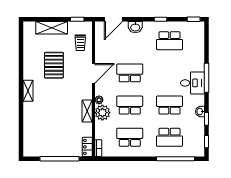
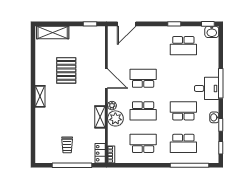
washbasin: (135, 27) -> (212, 32), moved
shelving: (52, 28) -> (53, 32), moved
trolley: (80, 43) -> (67, 145), moved
door: (94, 73) -> (106, 79), hinge flipped
school desk: (130, 105) -> (143, 111), turned 180

